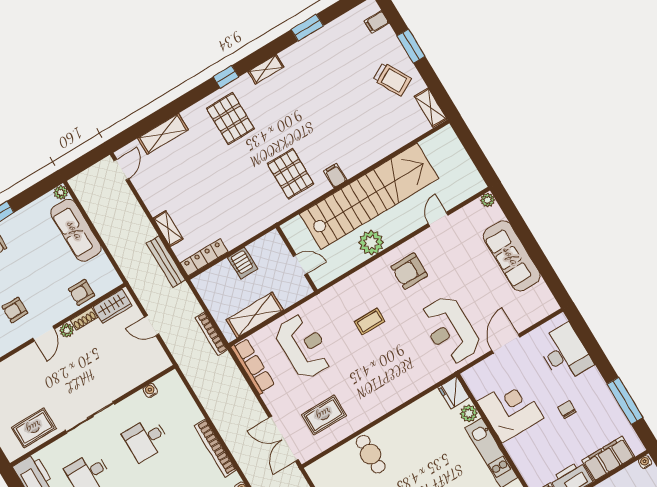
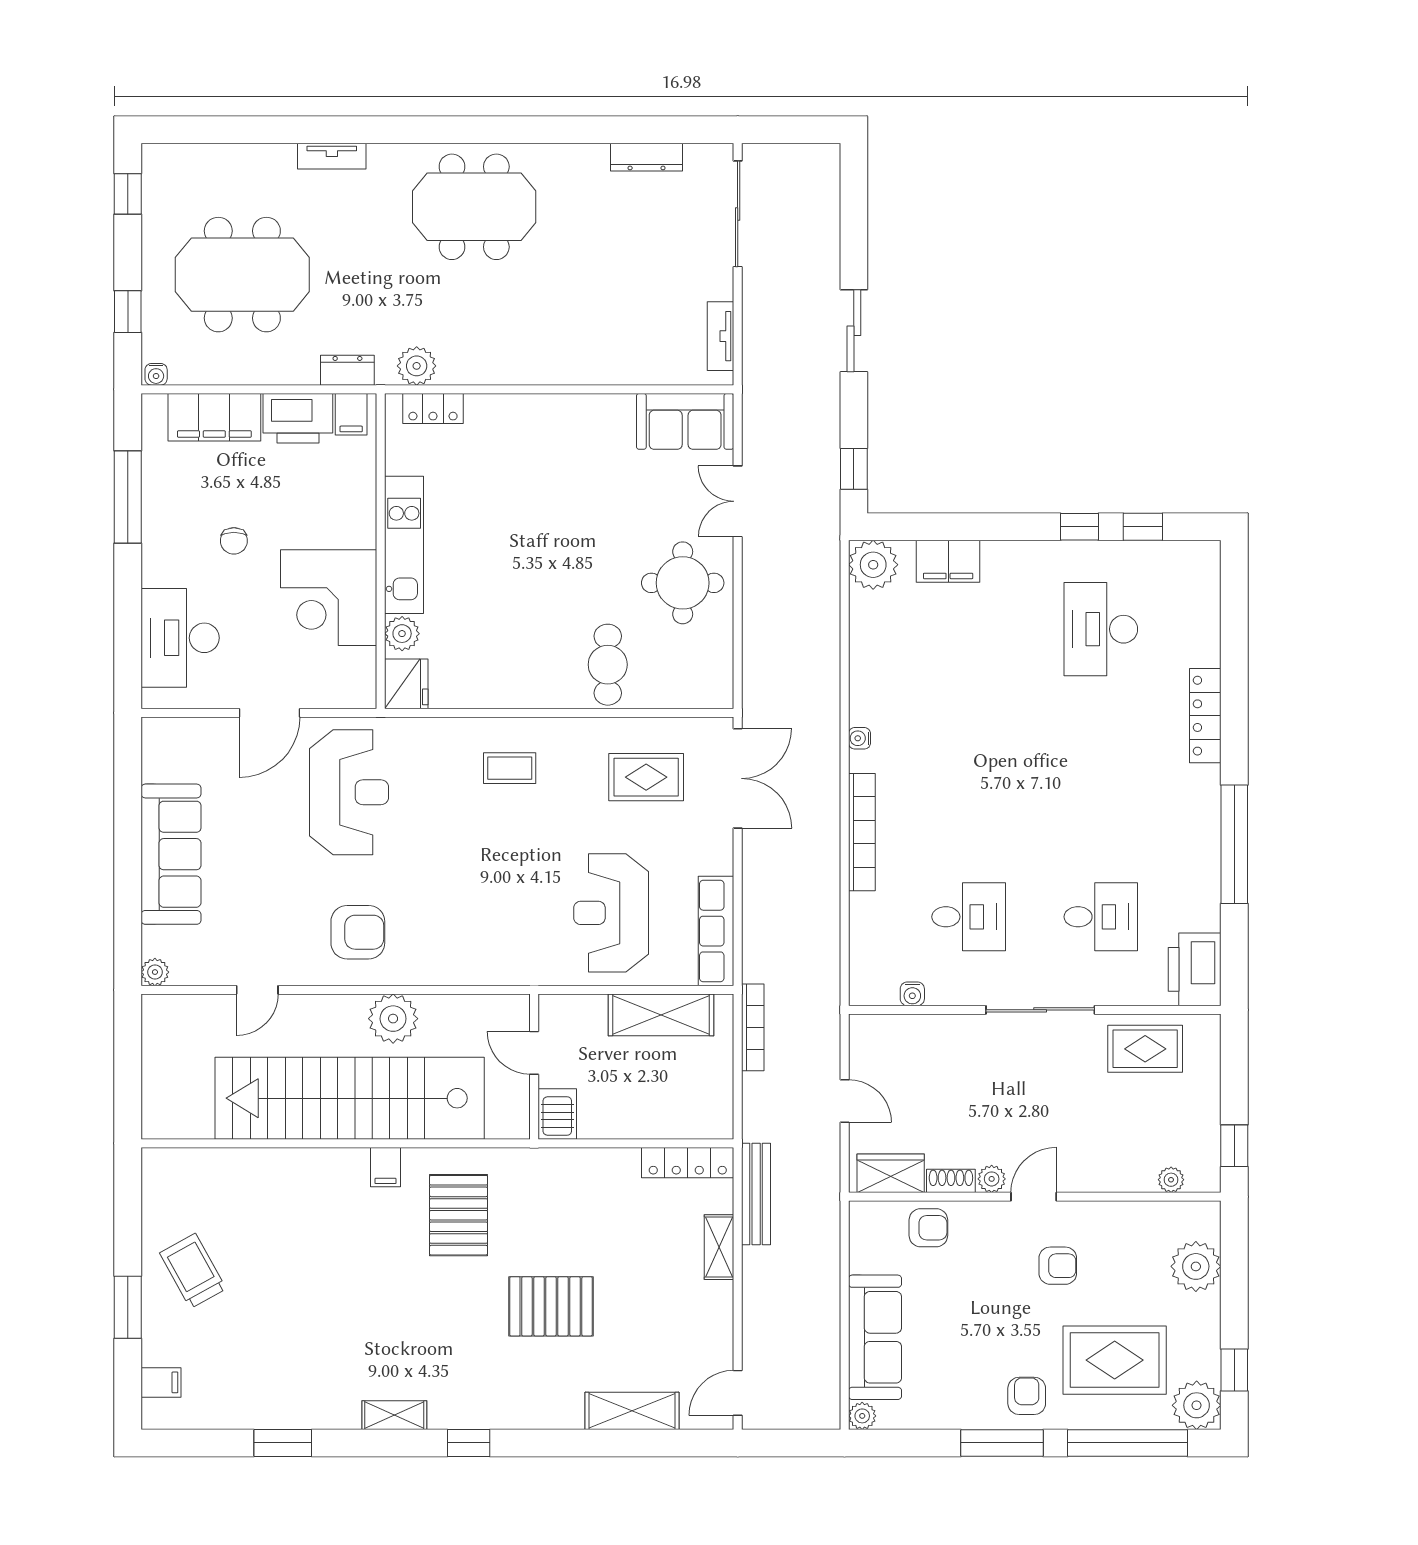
shelving: (431, 108) -> (157, 1184), removed
pallet: (230, 118) -> (551, 1306), moved, turned 90
server rack: (243, 263) -> (557, 1114), moved
coffee table: (370, 321) -> (510, 768), moved

